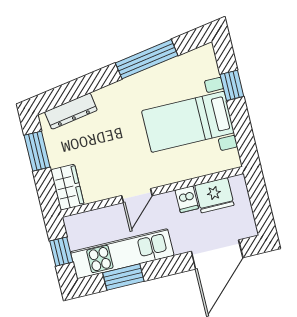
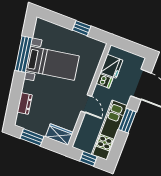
window: (232, 85) -> (82, 28), moved
dresser: (71, 111) -> (25, 103), width x0.70
bed with nightstands: (188, 122) -> (52, 63), moved, turned -99
window: (123, 277) -> (127, 121), moved

